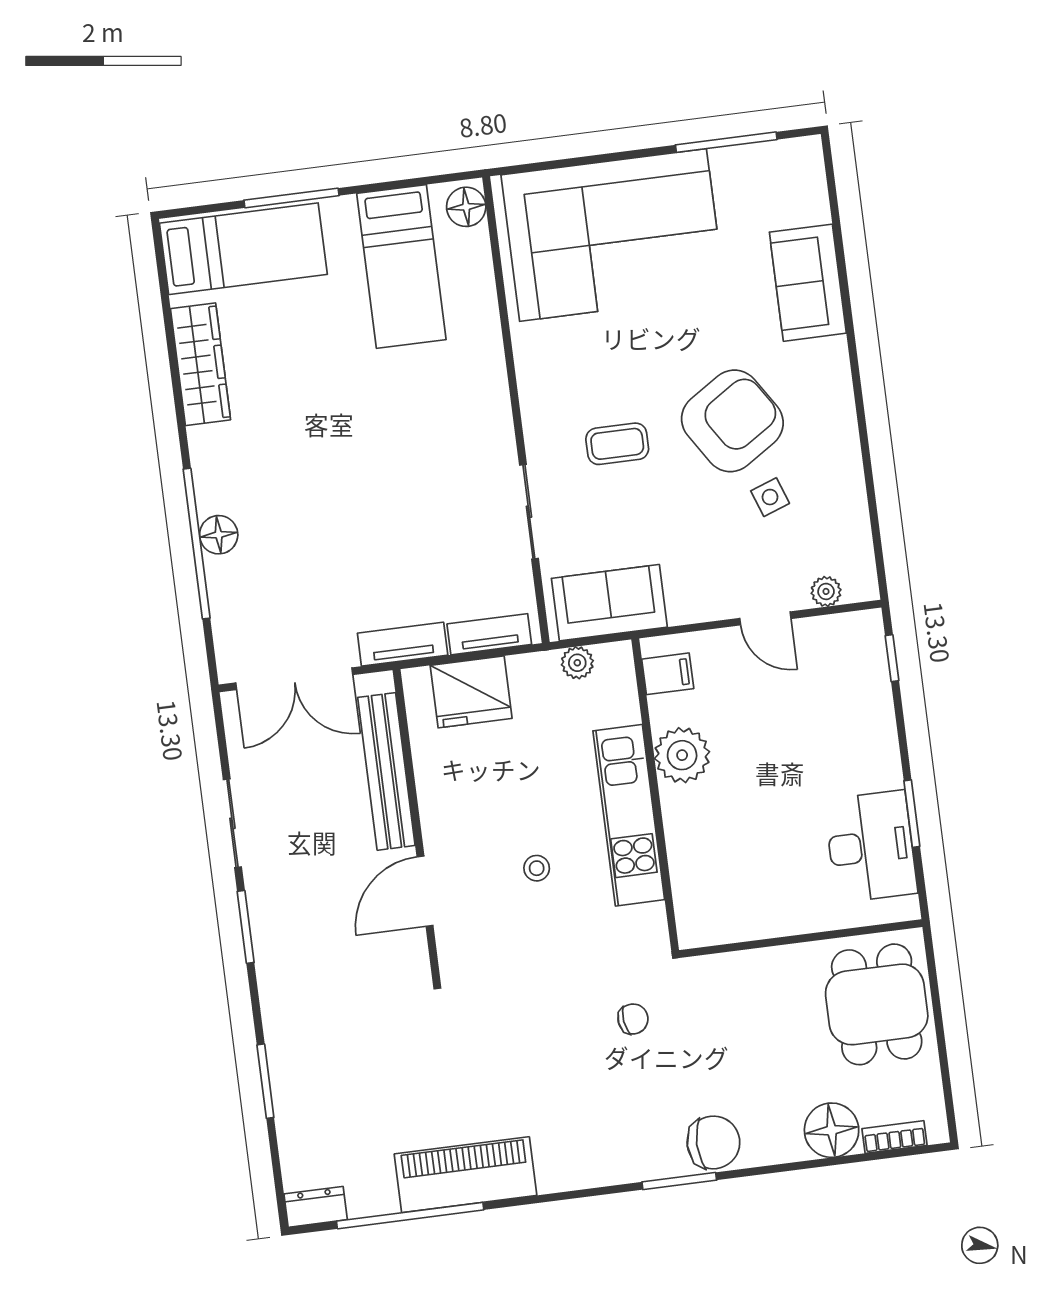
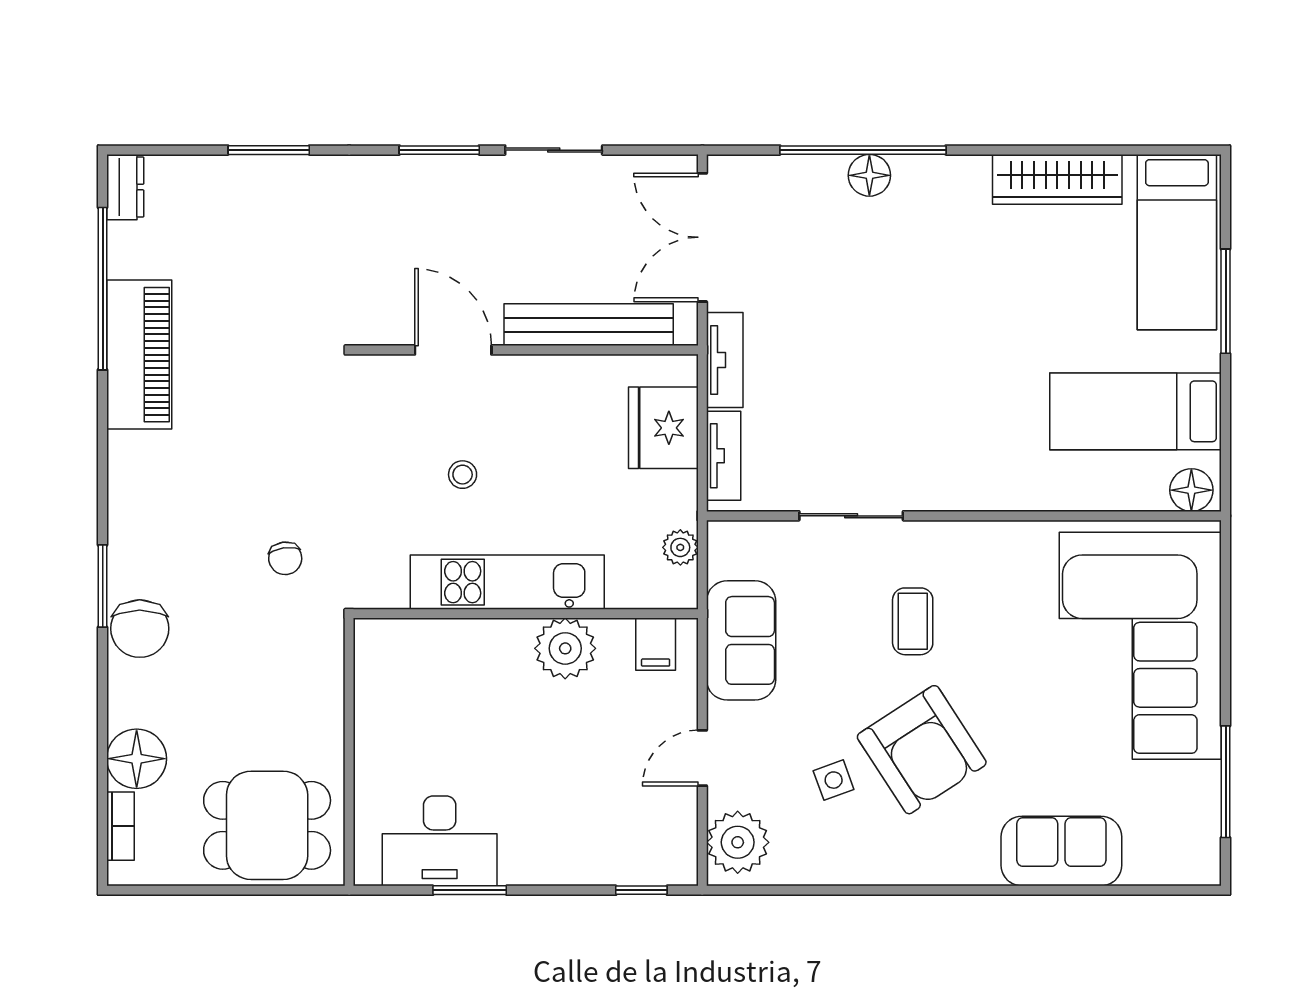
plant: (826, 591) -> (738, 842), width x1.88, depth x1.88
sofa: (609, 603) -> (741, 640), moved

